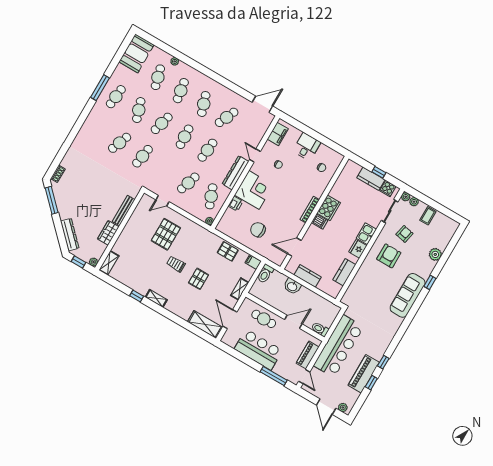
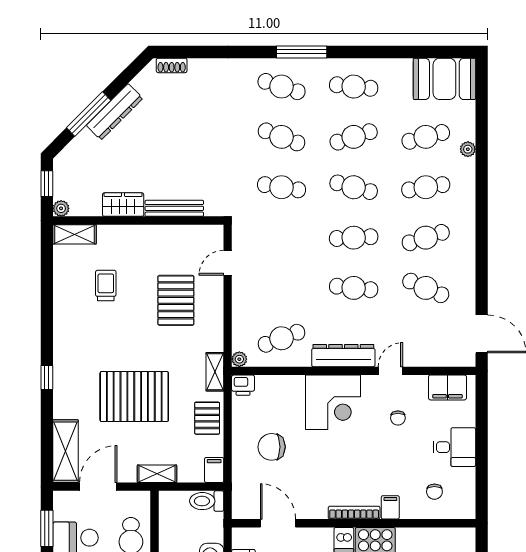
window: (100, 88) -> (302, 52), moved
cafe table: (188, 183) -> (282, 87), moved
filing cabinet: (317, 192) -> (390, 507), added
window: (52, 200) -> (89, 114), moved
door: (163, 201) -> (228, 263), hinge flipped
printer: (235, 204) -> (243, 385), moved
chair: (258, 230) -> (272, 447), turned -90
pallet: (166, 234) -> (176, 300), turned 90
dresser: (70, 235) -> (115, 112), moved
trolley: (176, 264) -> (106, 285), moved
pallet: (199, 279) -> (134, 397), width x2.05, depth x2.00
window: (137, 296) -> (47, 377), moved
shelving: (156, 298) -> (215, 372), moved
window: (235, 354) -> (47, 528), added

